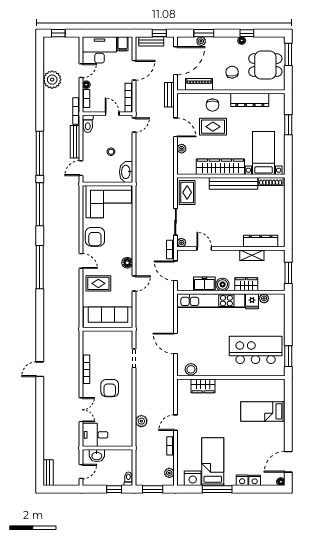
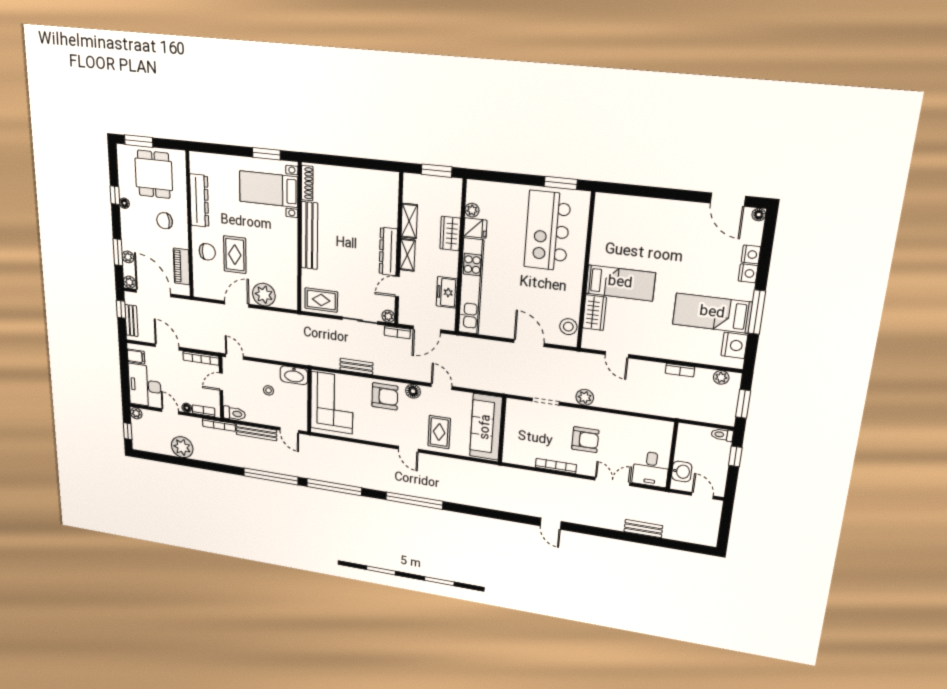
plant: (75, 41) -> (136, 413), added
plant: (182, 41) -> (129, 282), added
bench: (169, 95) -> (356, 366), moved
window: (288, 125) -> (266, 154), moved
plant: (182, 149) -> (264, 295), width x1.88, depth x1.88
wardrobe: (220, 167) -> (287, 251), removed
armchair: (95, 237) -> (385, 396), moved
dresser: (261, 241) -> (388, 252), moved
shelving: (228, 255) -> (407, 255), added
door: (81, 261) -> (408, 449), swing flipped
boiler: (223, 284) -> (449, 267), removed
door: (176, 344) -> (529, 343), swing flipped
bed: (263, 411) -> (620, 283), moved, turned -90
plant: (141, 421) -> (585, 397), moved
door: (176, 423) -> (617, 355), moved
bench: (48, 473) -> (643, 529), moved

